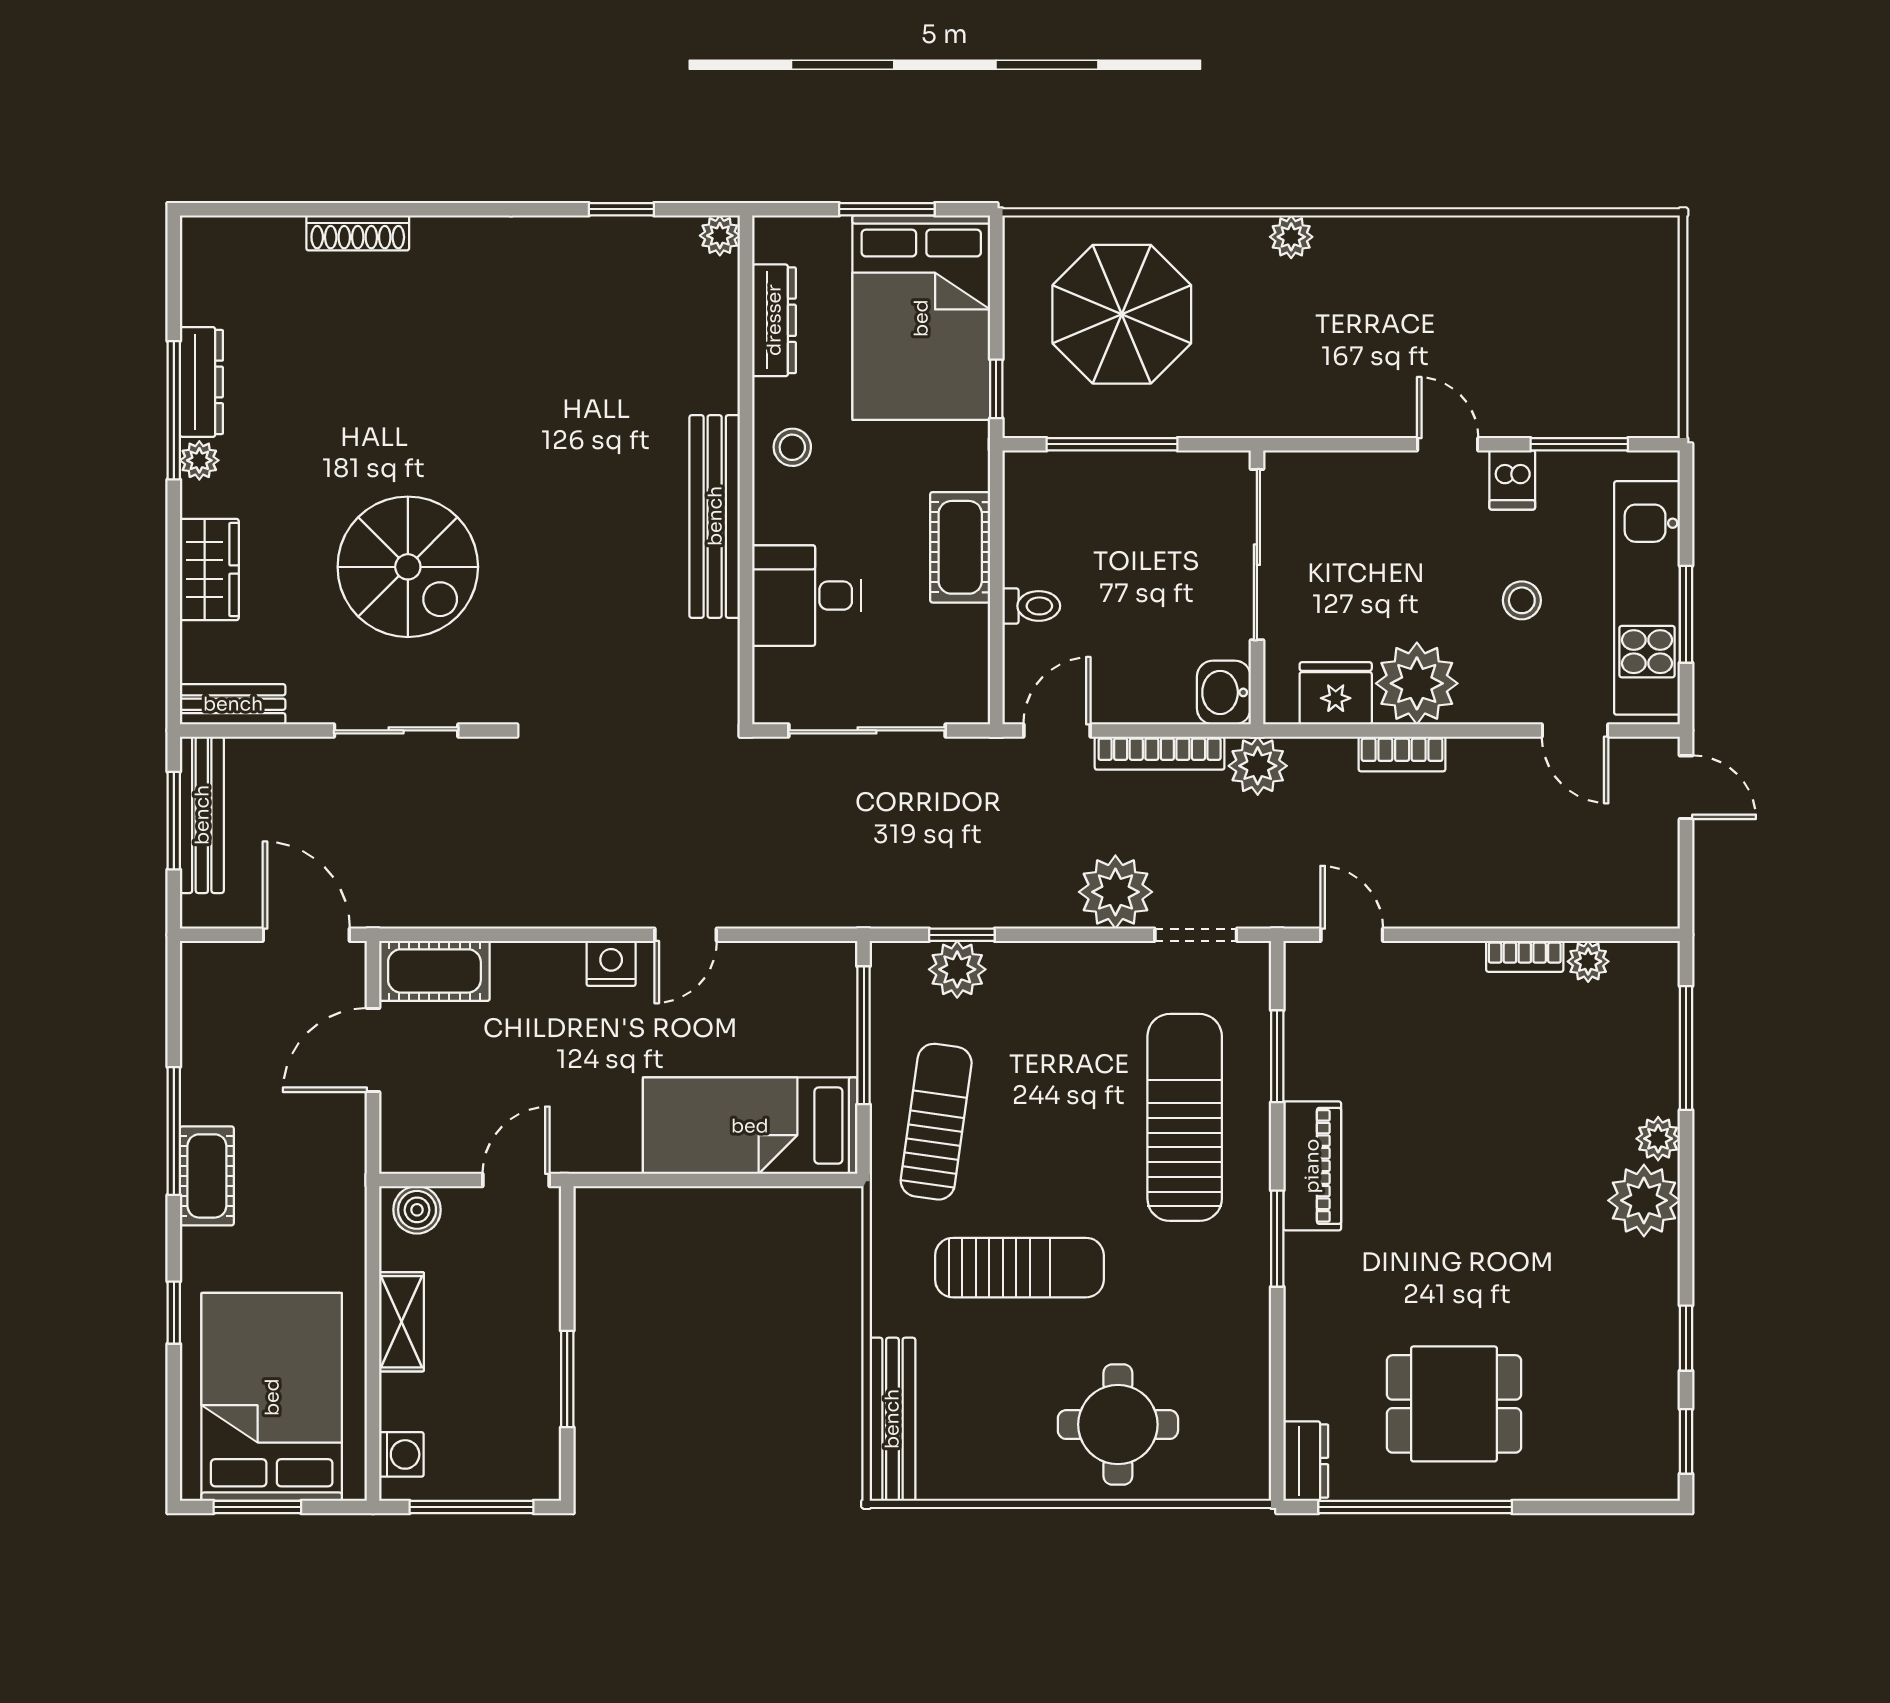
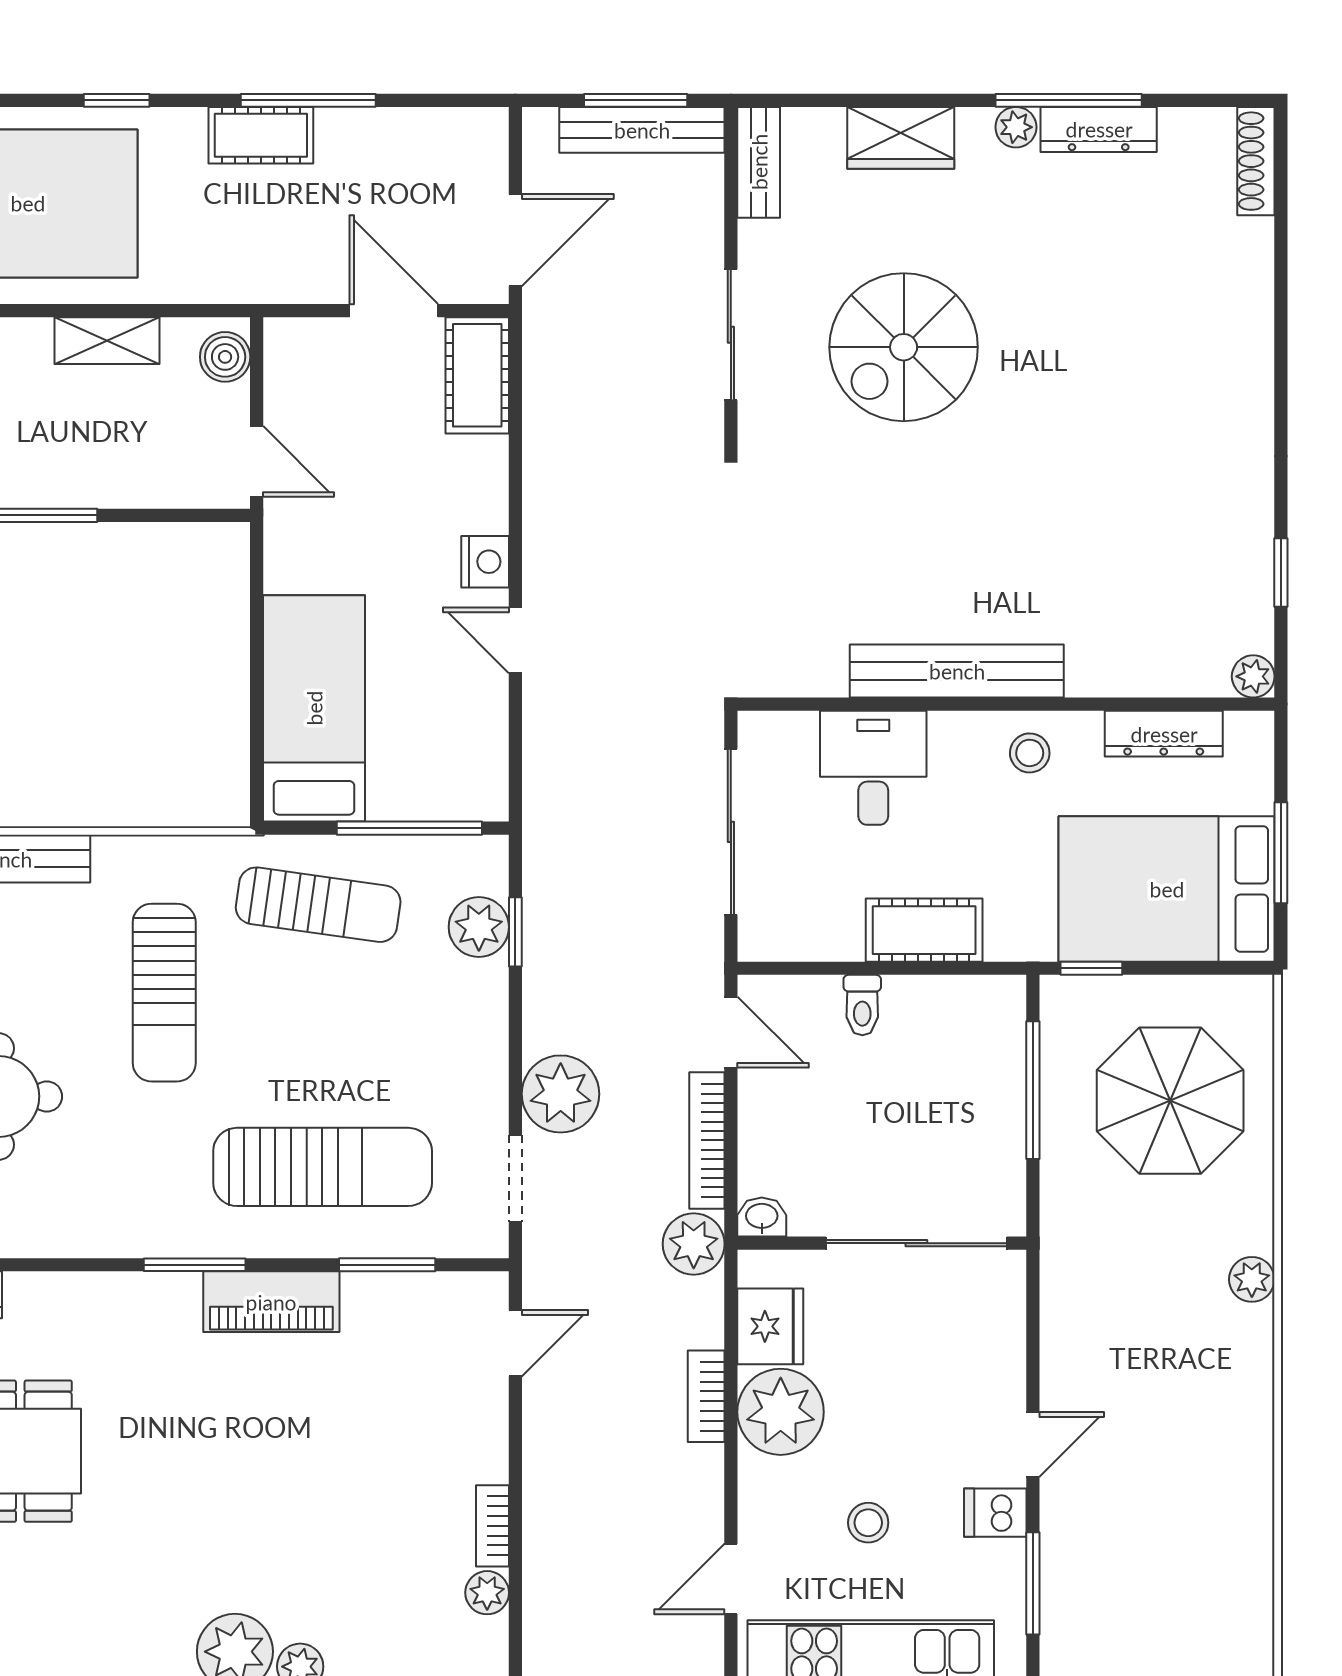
shoe rack: (358, 233) -> (1256, 161), moved
washbasin: (1224, 692) -> (762, 1217), width x0.72, depth x0.69

